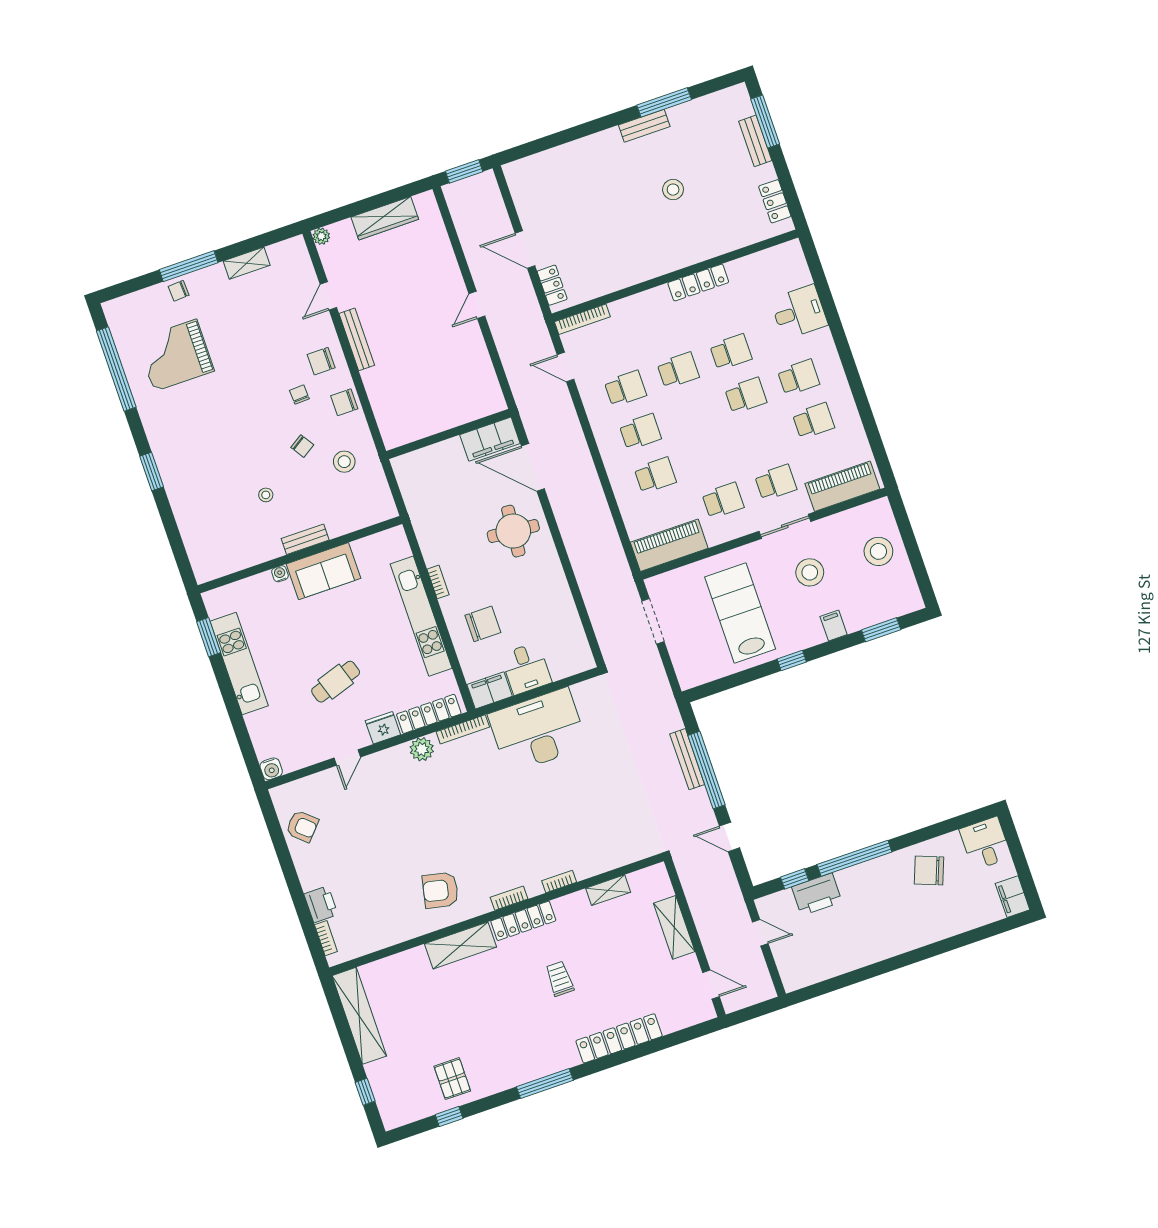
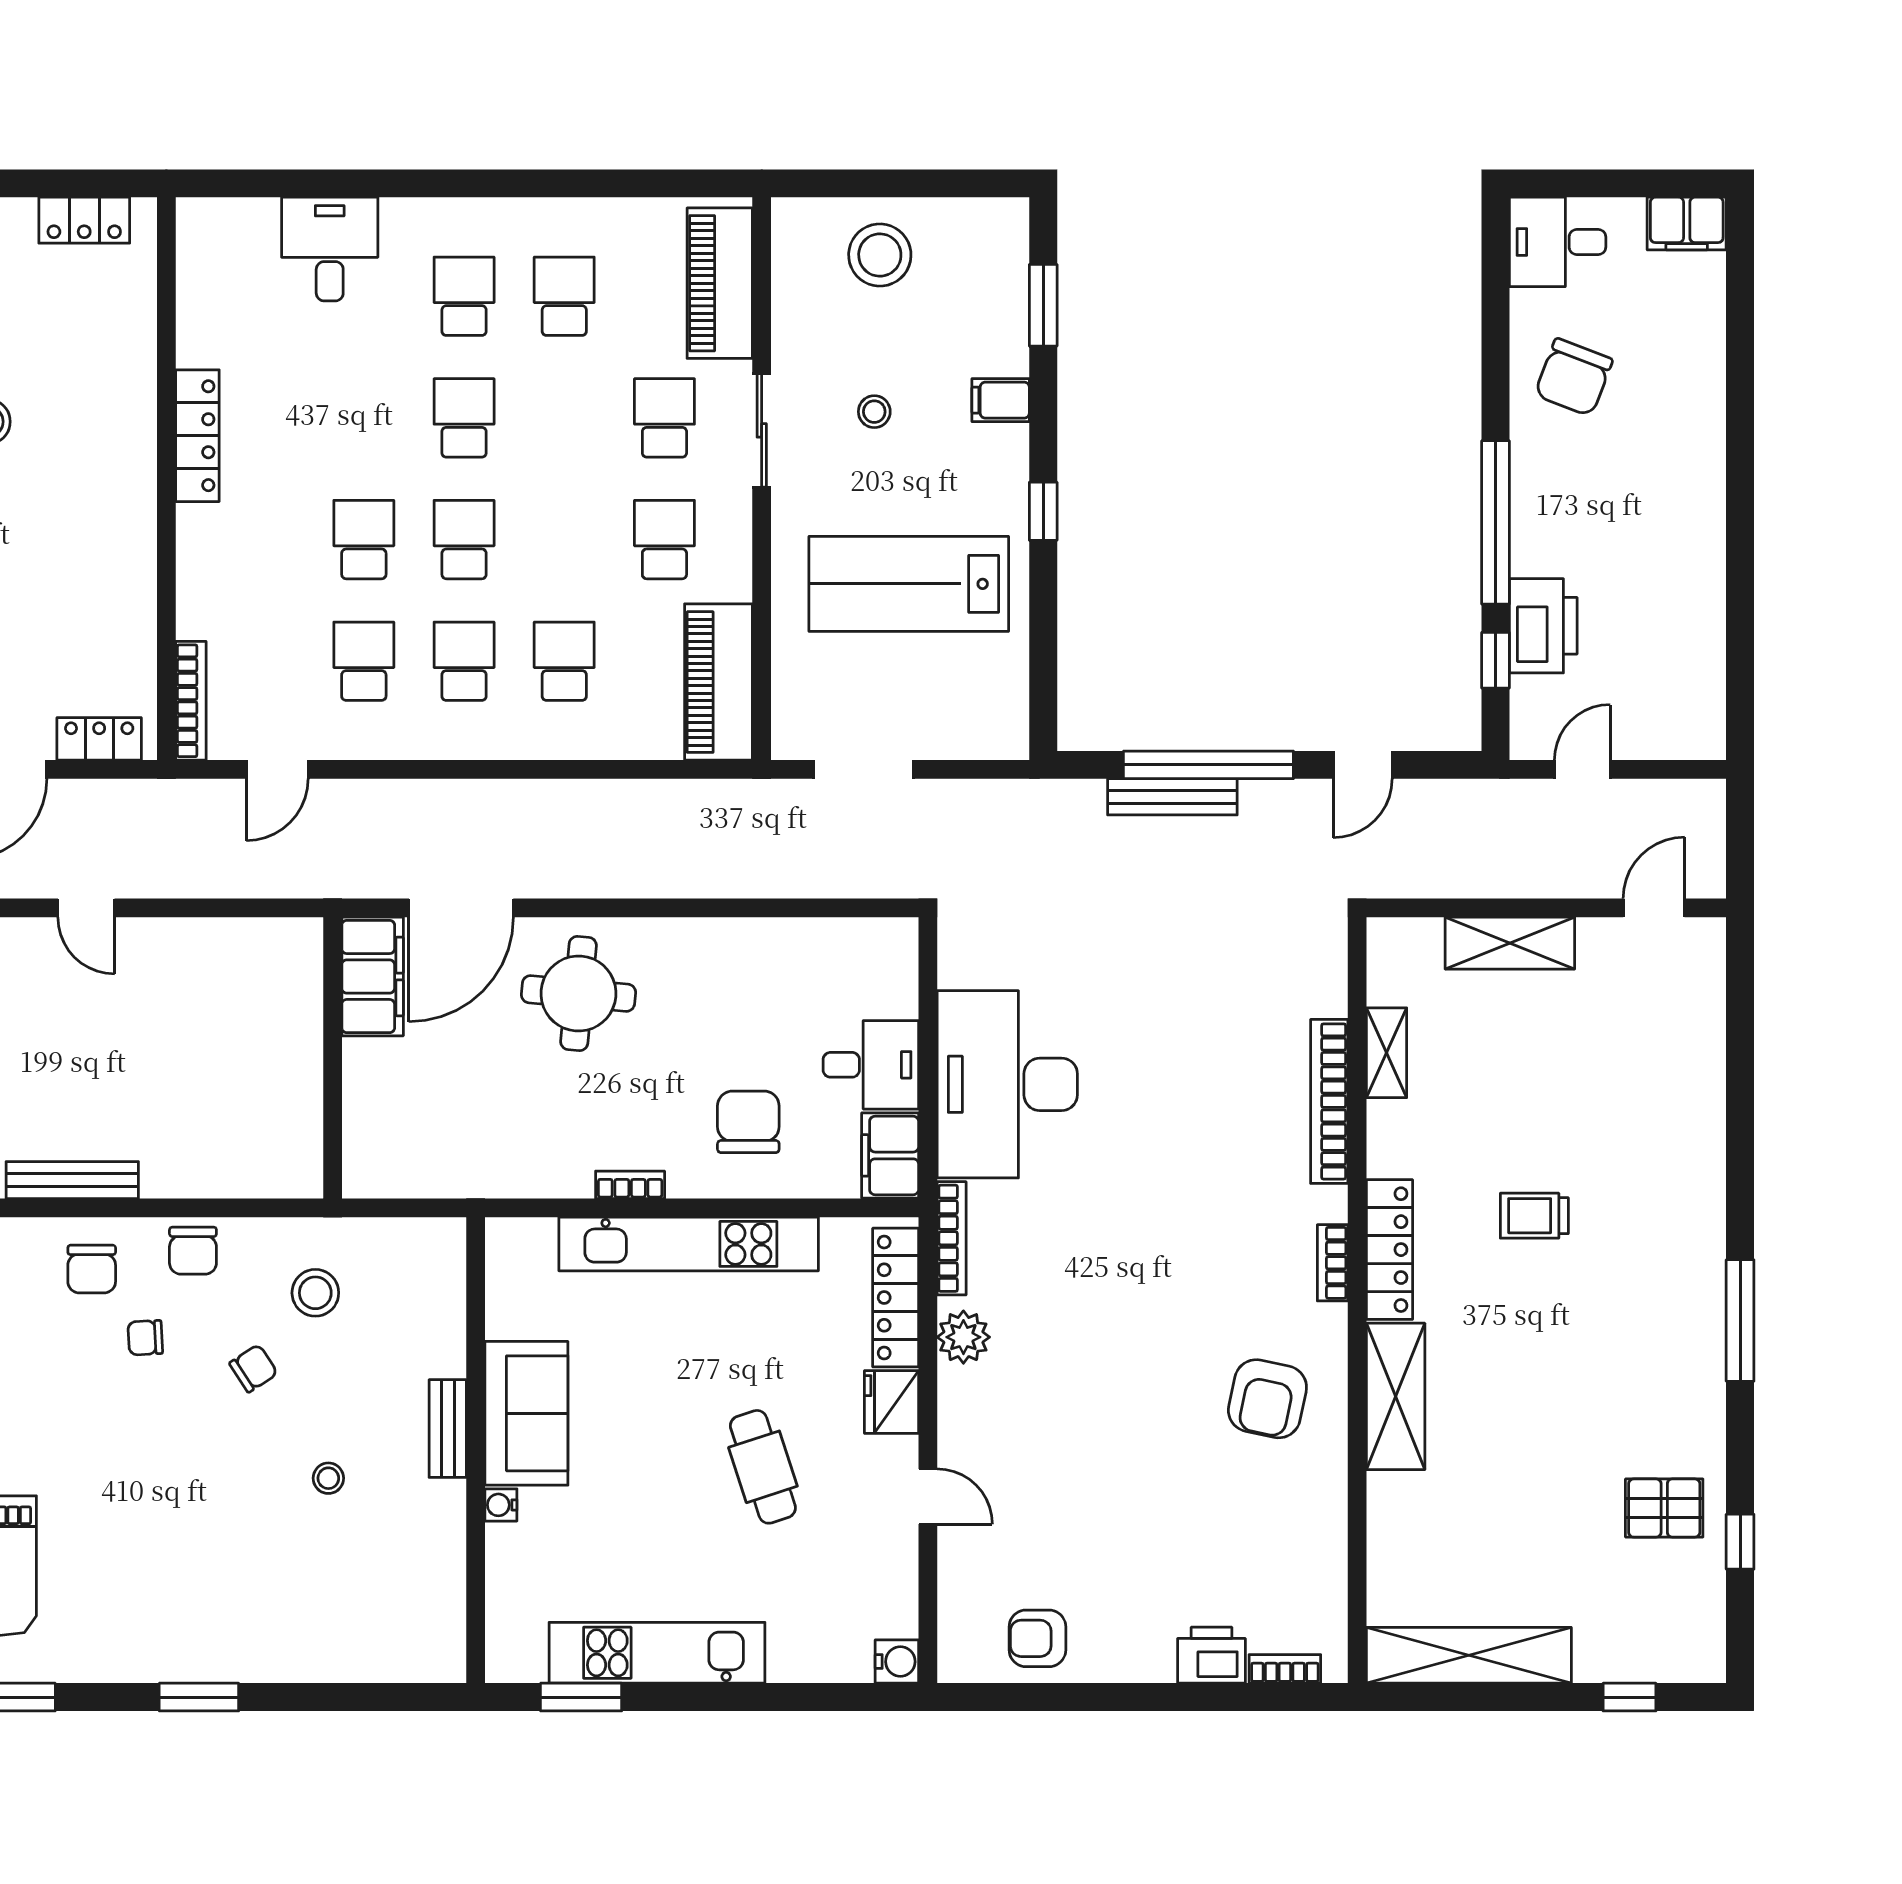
school desk: (731, 352) -> (464, 540), moved
stool: (810, 572) -> (874, 412), width x0.53, depth x0.53
armchair: (302, 826) -> (1037, 1638), turned -132
bookcase: (559, 881) -> (1329, 1101), width x2.31, depth x1.31
locker: (619, 1038) -> (1700, 1136), removed

